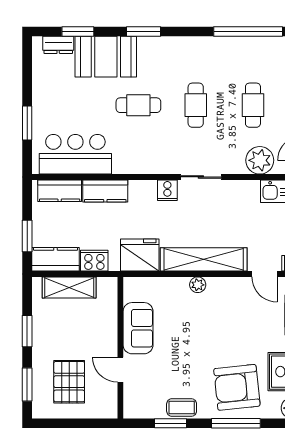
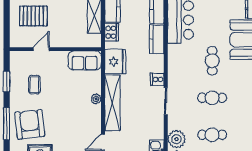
sofa: (138, 328) -> (85, 60), moved
coffee table: (182, 408) -> (34, 85), moved

